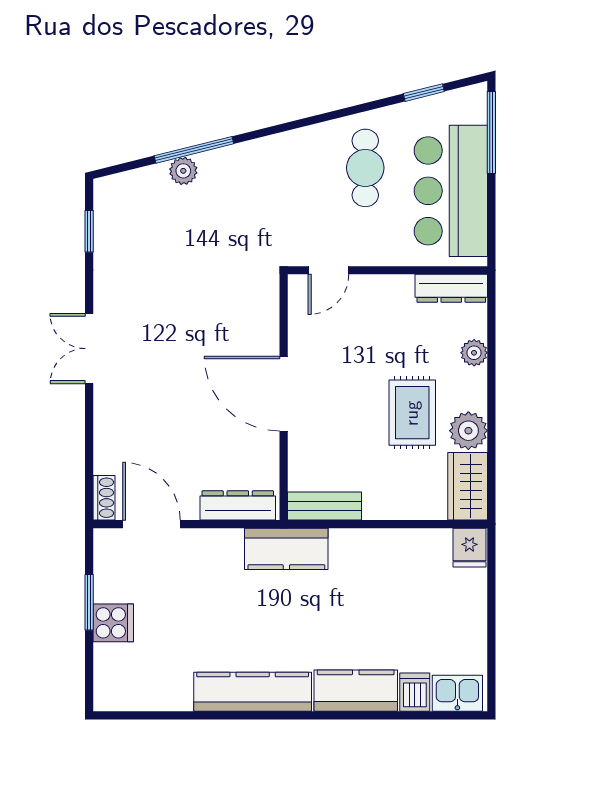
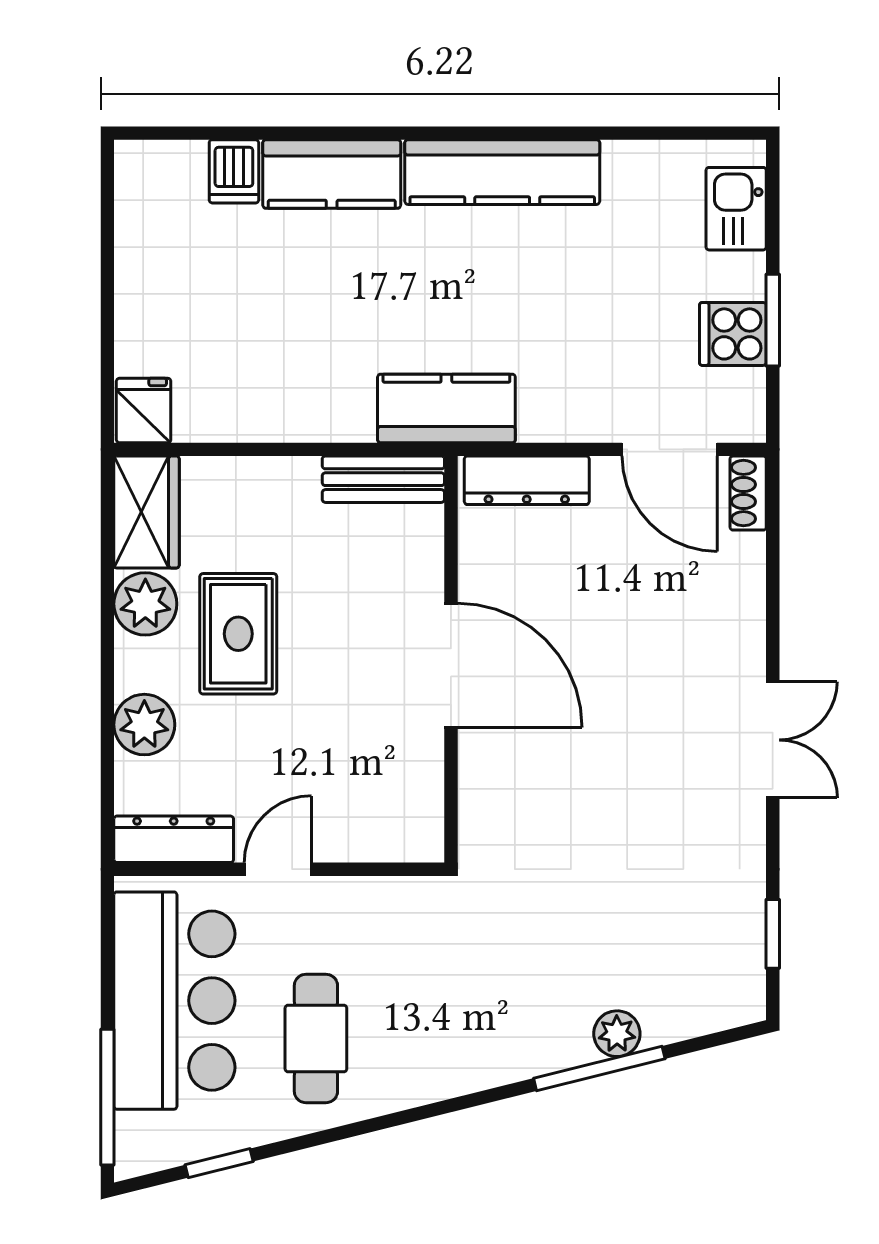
door: (328, 270) -> (278, 869), moved
plant: (474, 353) -> (144, 725), width x1.38, depth x1.38
cooker: (113, 623) -> (733, 334), moved
kitchen sink: (457, 693) -> (736, 209), moved, turned 90

